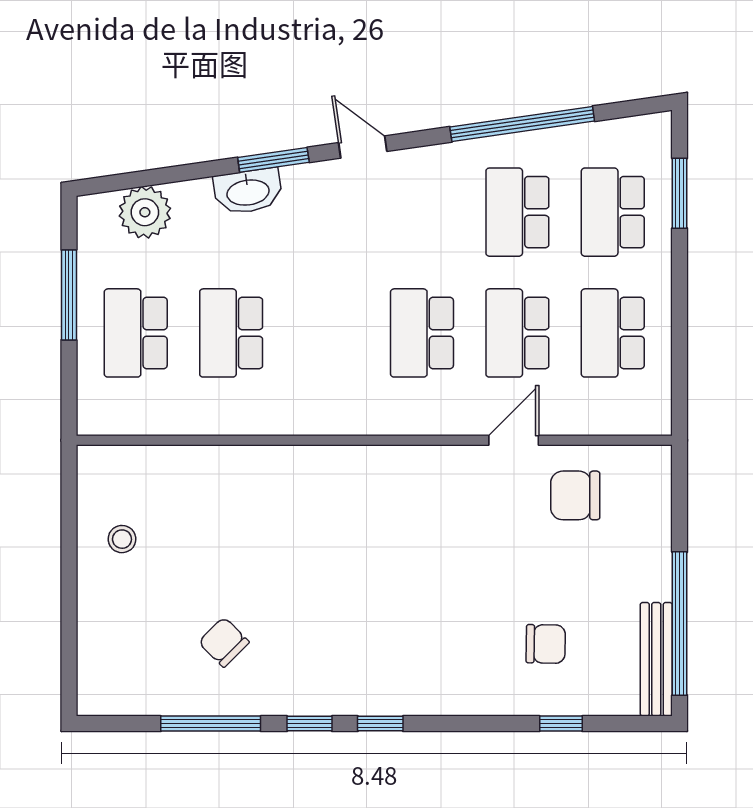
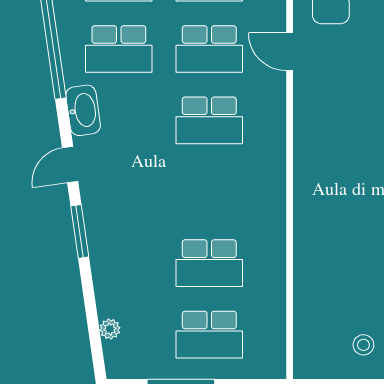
washbasin: (248, 191) -> (83, 110), moved
plant: (145, 212) -> (110, 329), width x0.53, depth x0.53

